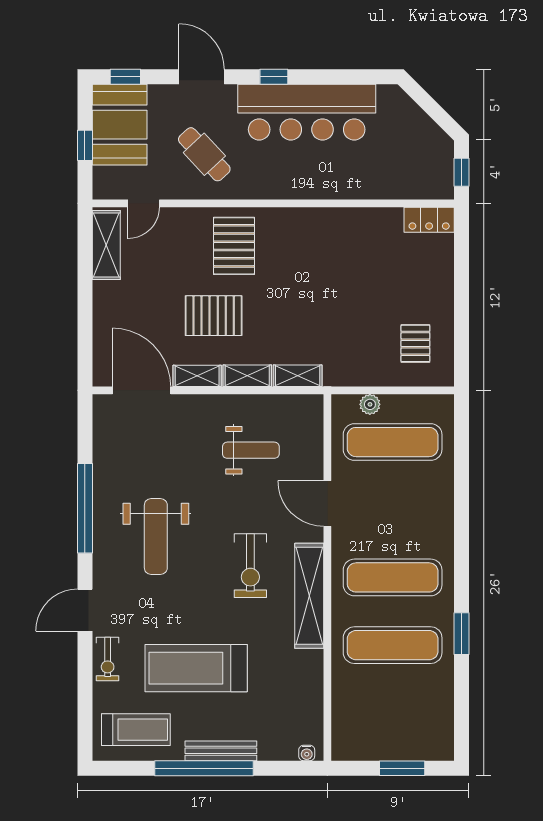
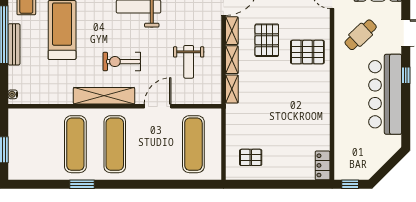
plant: (370, 404) -> (215, 131), removed

